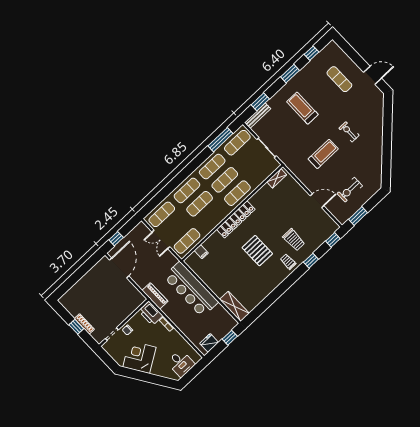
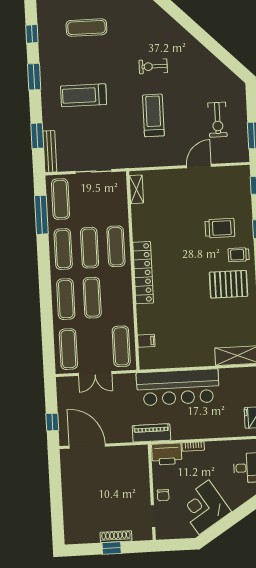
pallet: (257, 251) -> (228, 284), moved

